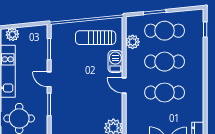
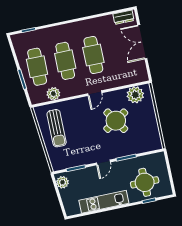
plant: (12, 34) -> (62, 182), moved
barbecue: (115, 62) -> (75, 106), removed
round table: (90, 102) -> (116, 121), added

